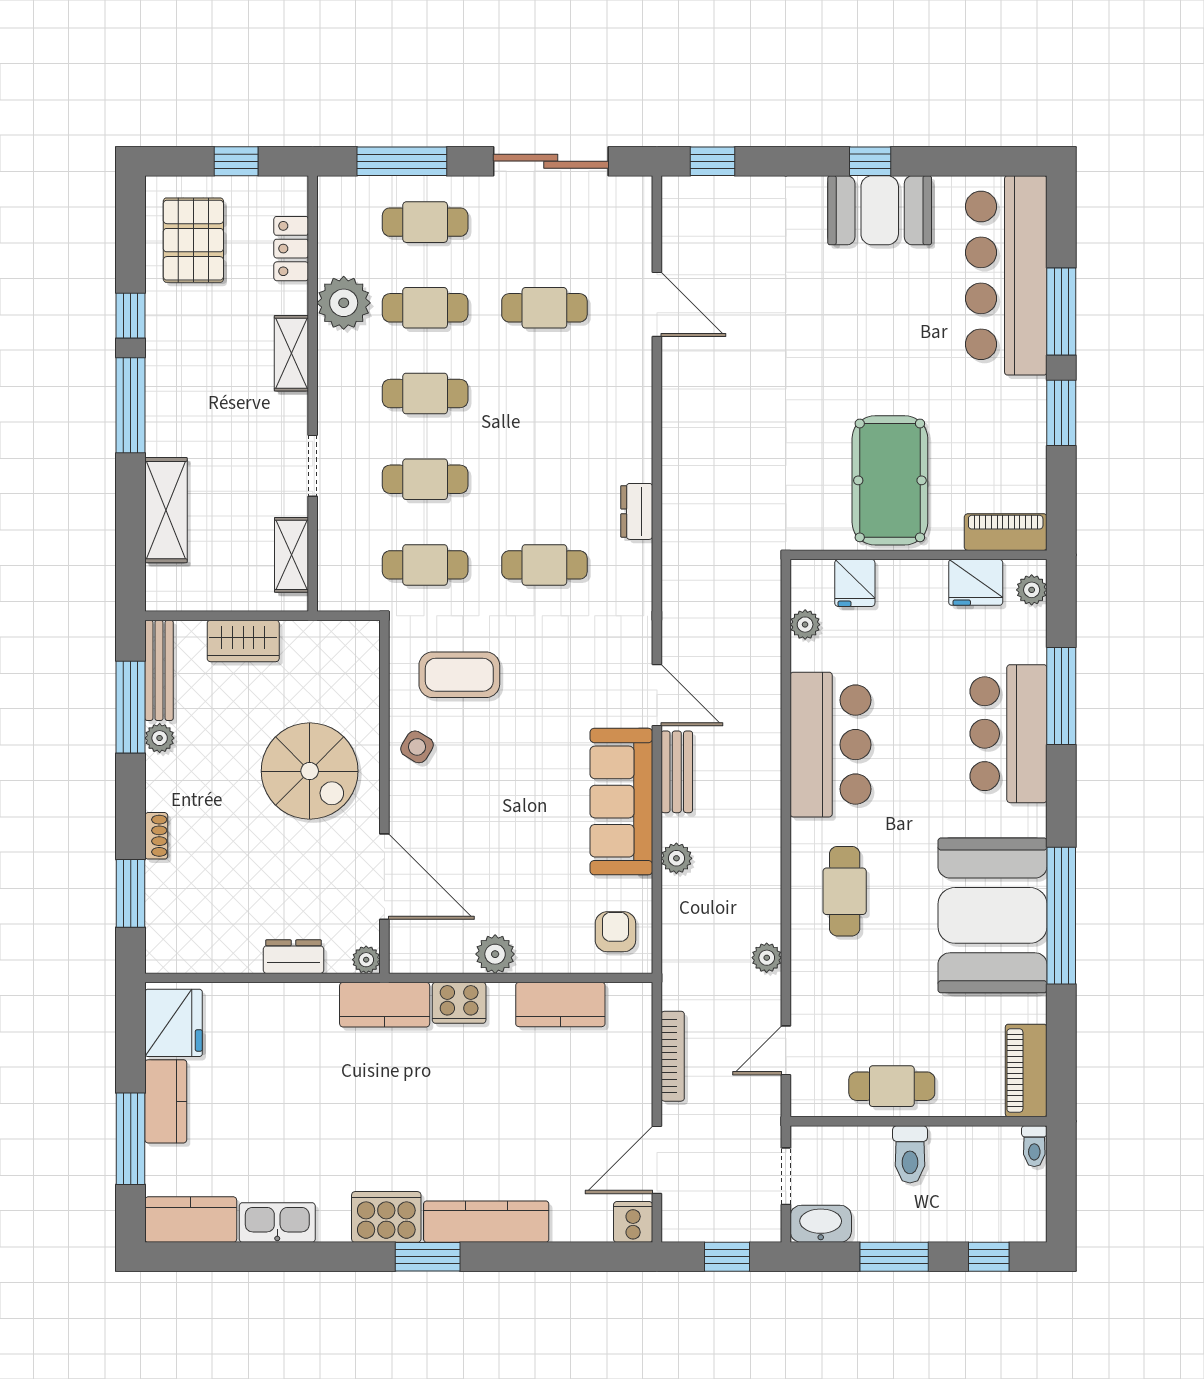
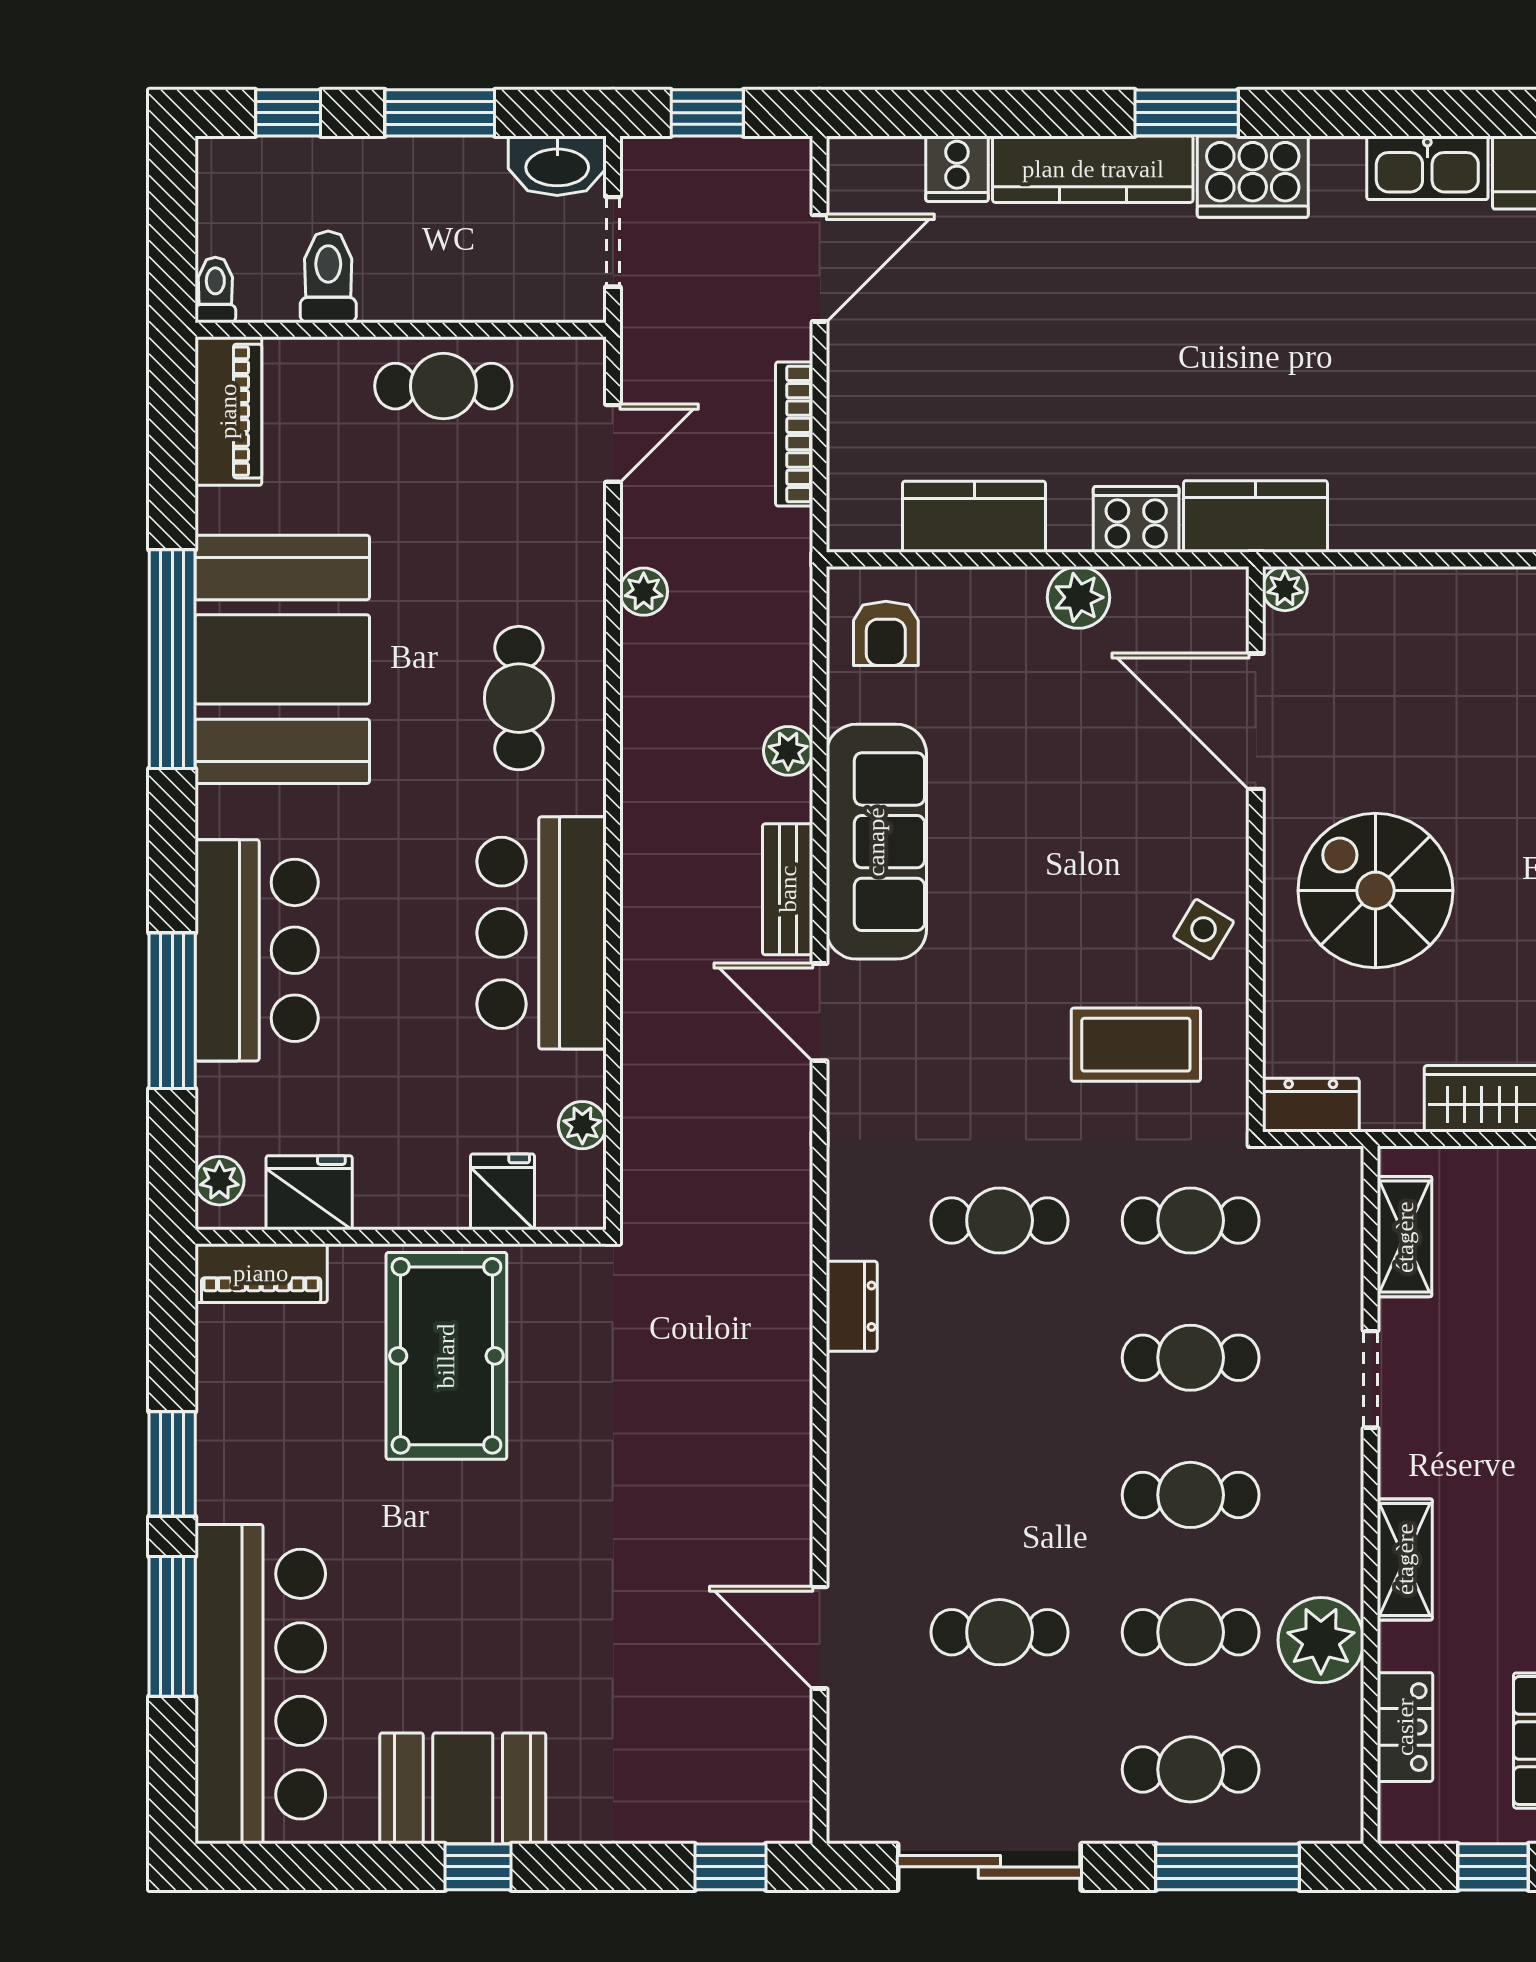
dresser: (293, 957) -> (1311, 1105), moved, turned 180
toilet: (910, 1154) -> (328, 277), moved
cooker: (633, 1222) -> (957, 169), moved

